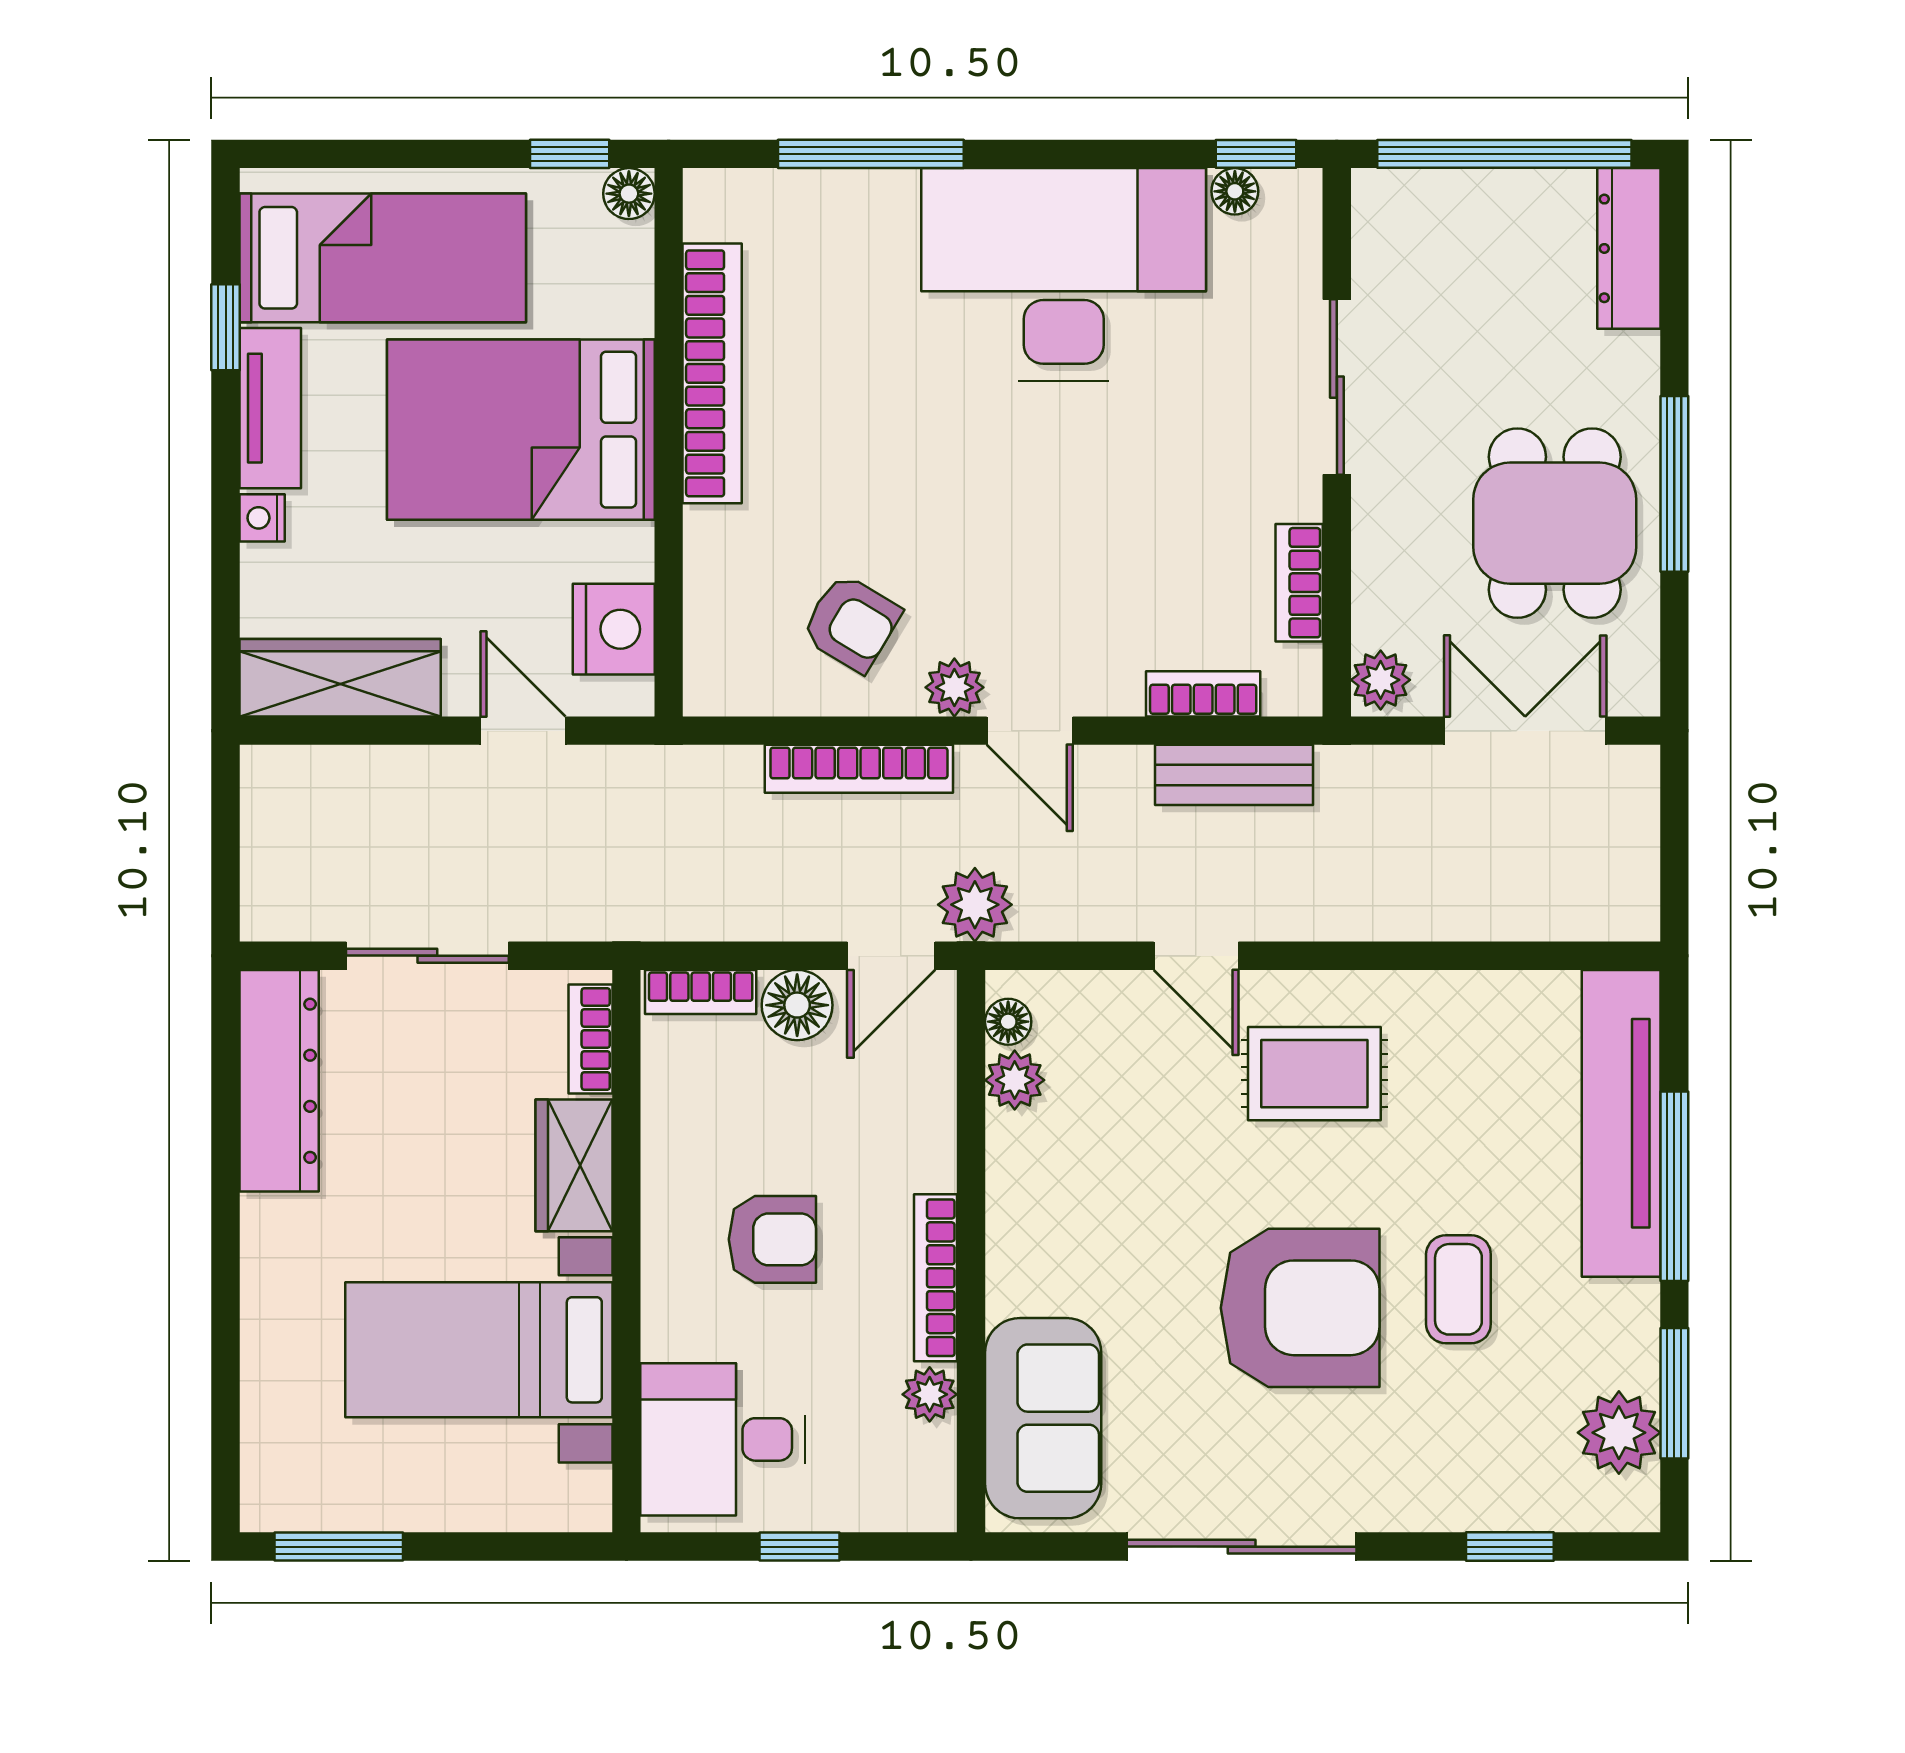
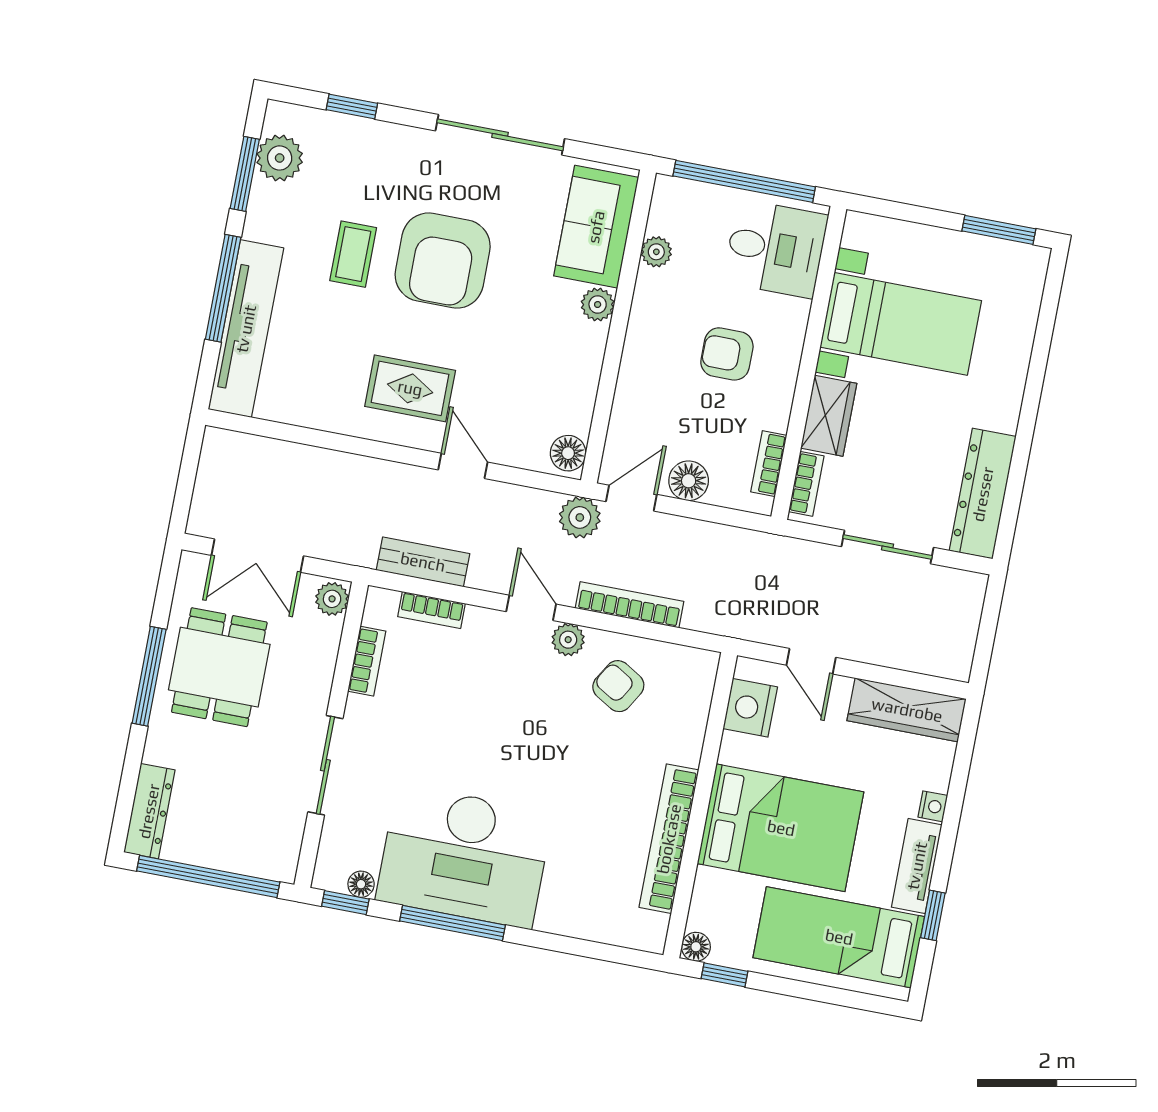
window: (871, 154) -> (453, 923), moved
bookcase: (701, 992) -> (769, 464), moved, turned -90
floor lamp: (1008, 1022) -> (568, 453), width x1.37, depth x1.37
plant: (1015, 1080) -> (598, 304), moved
bookcase: (936, 1278) -> (641, 316), removed
armchair: (1300, 1308) -> (443, 261), turned -90
window: (800, 1547) -> (744, 181), width x3.17

